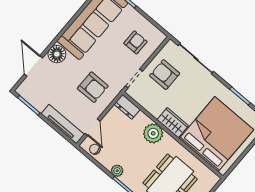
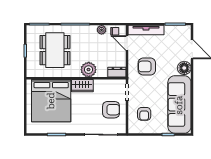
plant: (117, 171) -> (102, 30), moved

